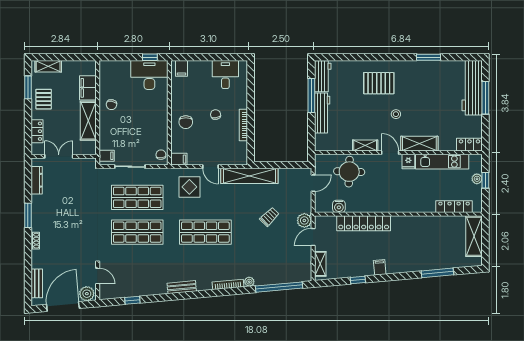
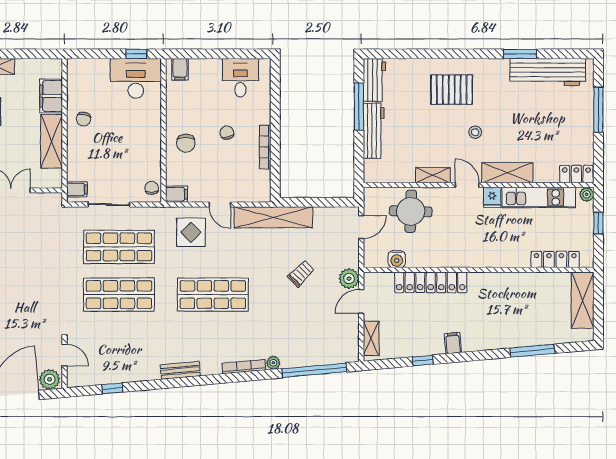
workbench: (472, 88) -> (548, 72), moved, turned -90
plant: (477, 179) -> (587, 194), moved

